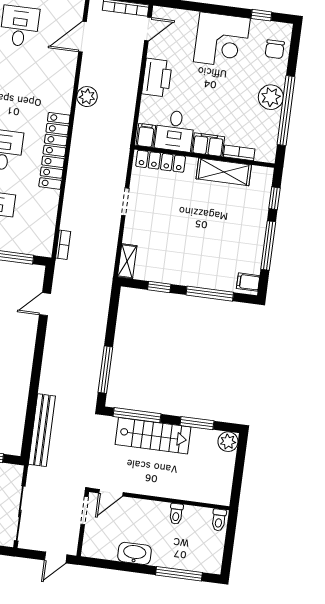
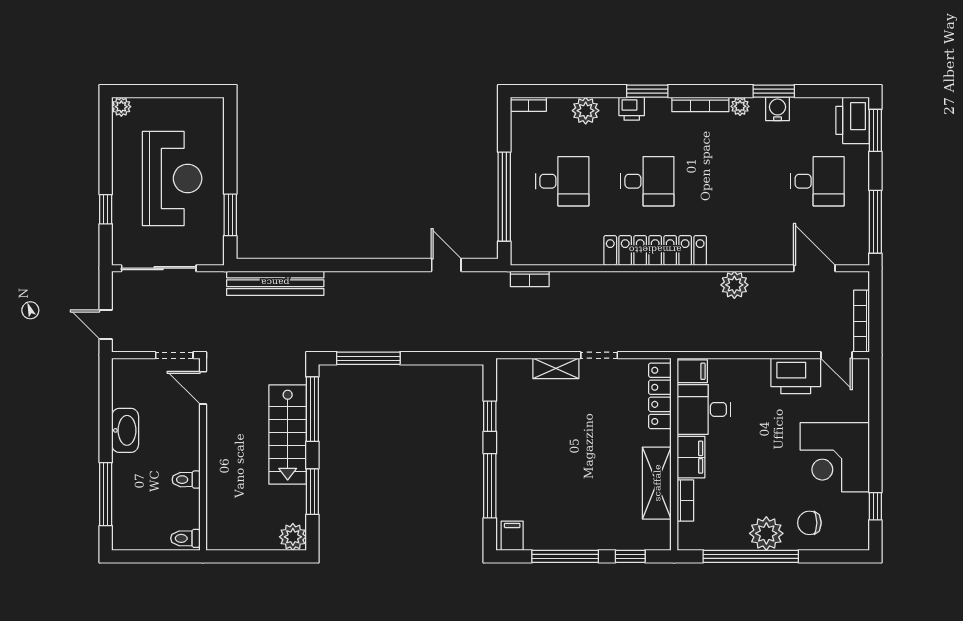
chair: (275, 49) -> (809, 523), moved
printer: (157, 78) -> (796, 376), moved
shelving: (127, 261) -> (556, 368), moved

